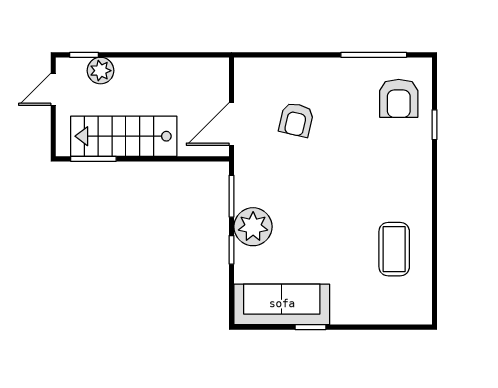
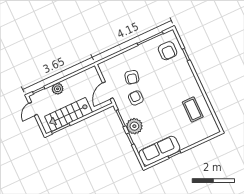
plant: (101, 71) -> (58, 89), moved
armchair: (284, 168) -> (136, 98), added

